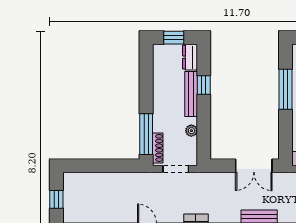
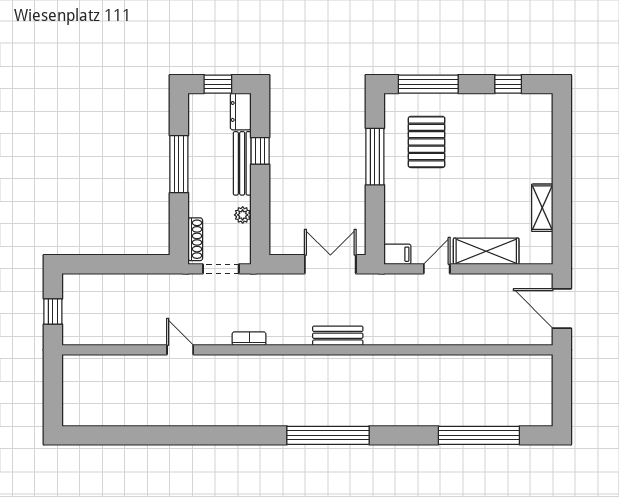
window: (146, 134) -> (179, 164), moved
double door: (254, 166) -> (330, 264), swing flipped

